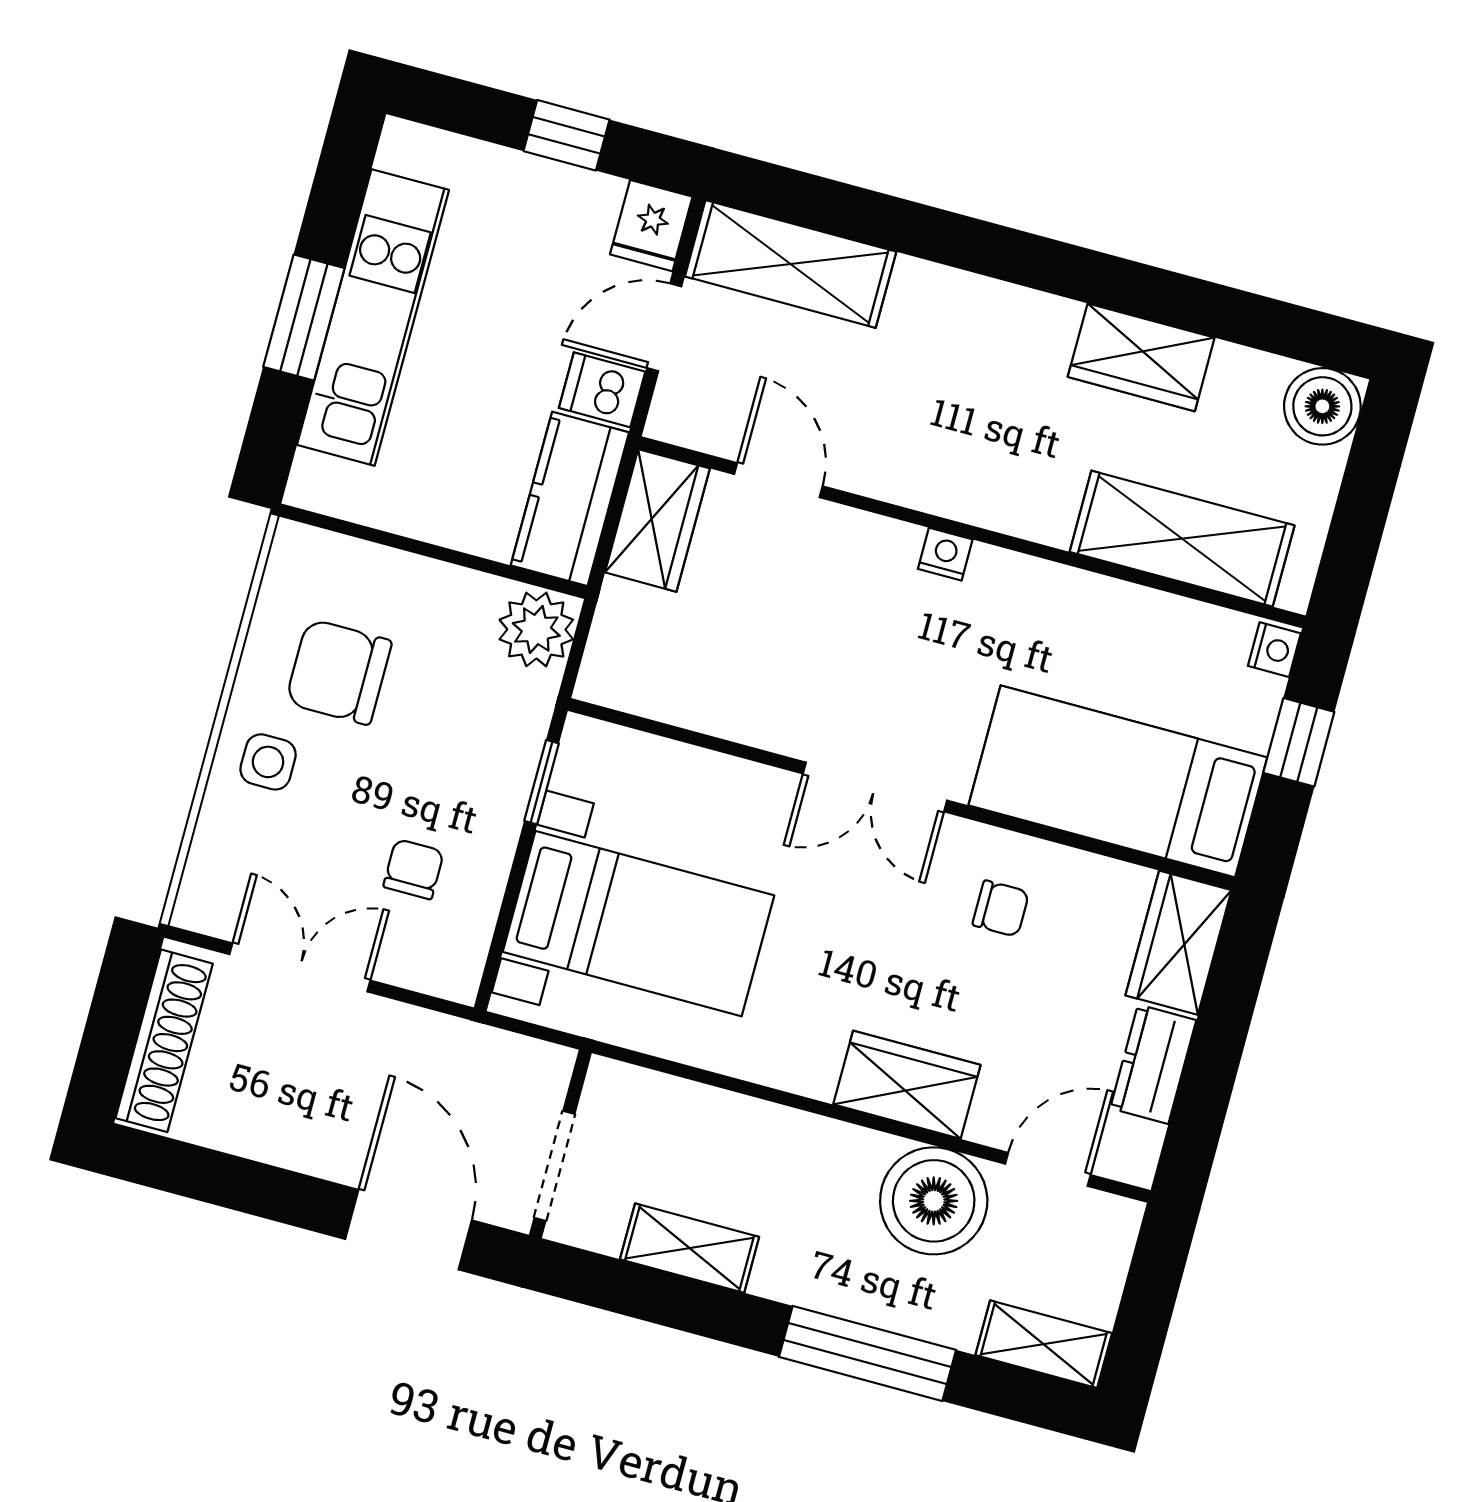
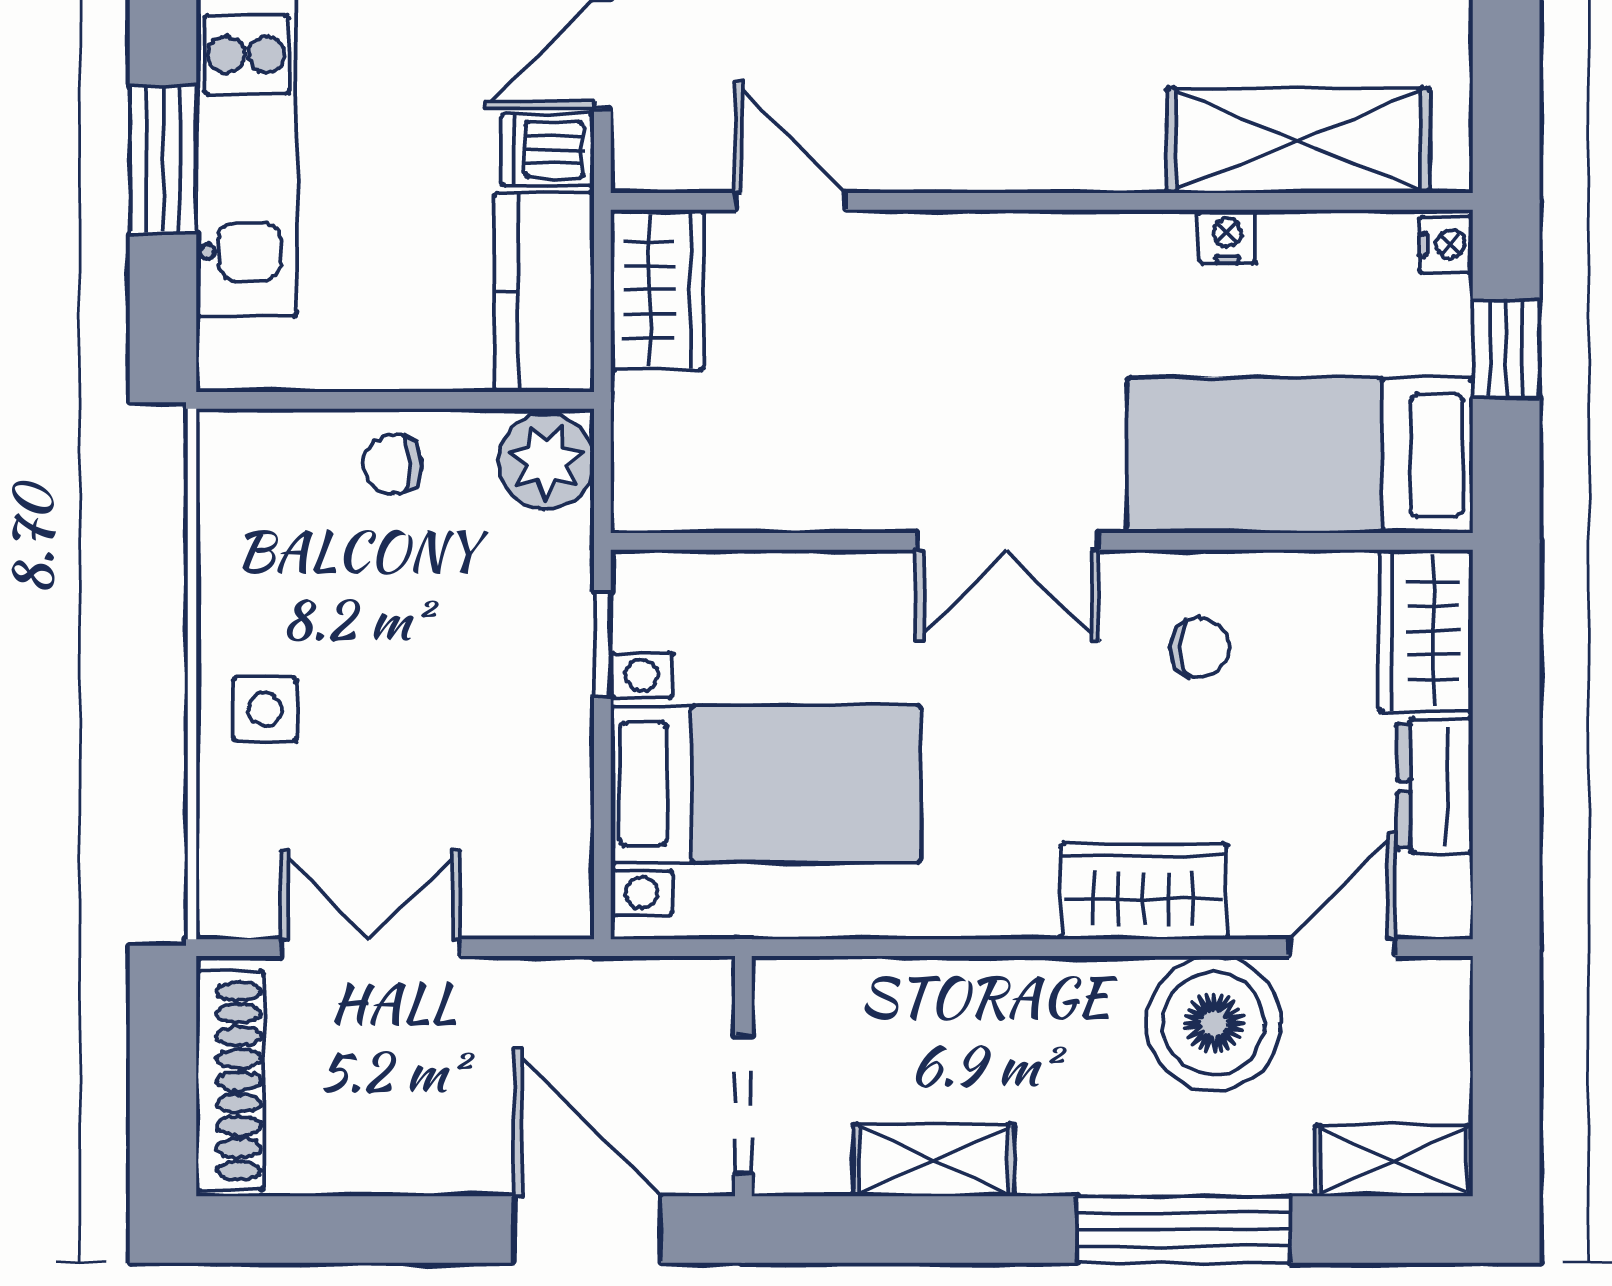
nightstand: (945, 554) -> (1227, 237), moved
chair: (339, 672) -> (392, 464), moved, width x0.54, depth x0.54
chair: (414, 869) -> (476, 792), removed

